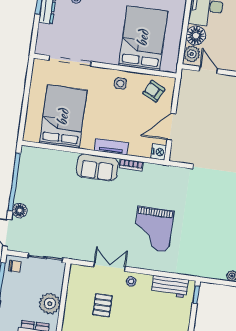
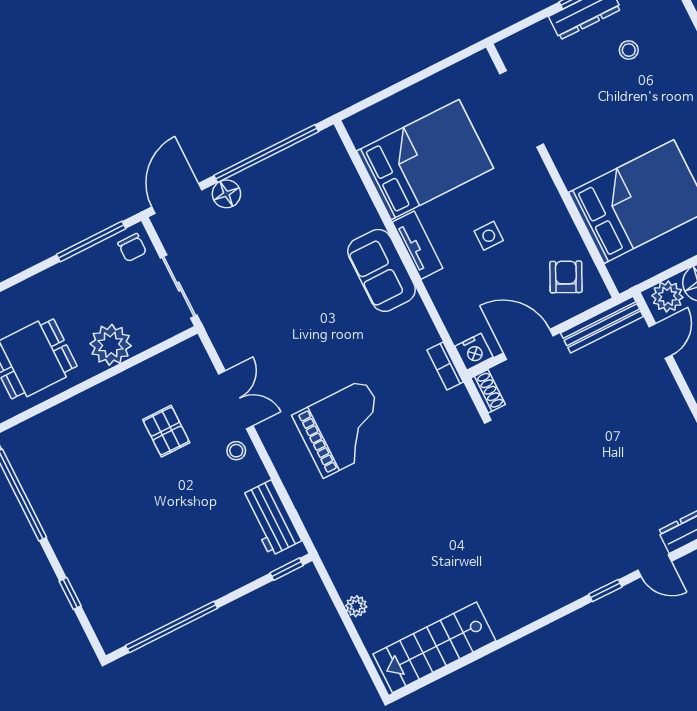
side table: (120, 84) -> (489, 236), moved
bench: (185, 90) -> (602, 325), added
tv unit: (111, 147) -> (418, 245), moved
shoe rack: (180, 158) -> (488, 391), added
bookcase: (131, 165) -> (445, 366), moved
grand piano: (153, 229) -> (344, 428), turned 180
pallet: (102, 305) -> (166, 431), turned 90

